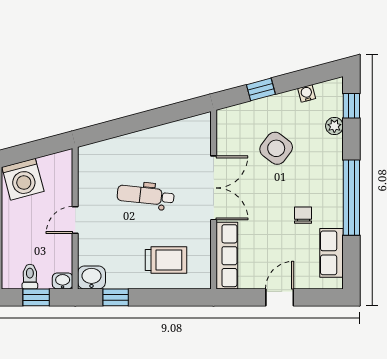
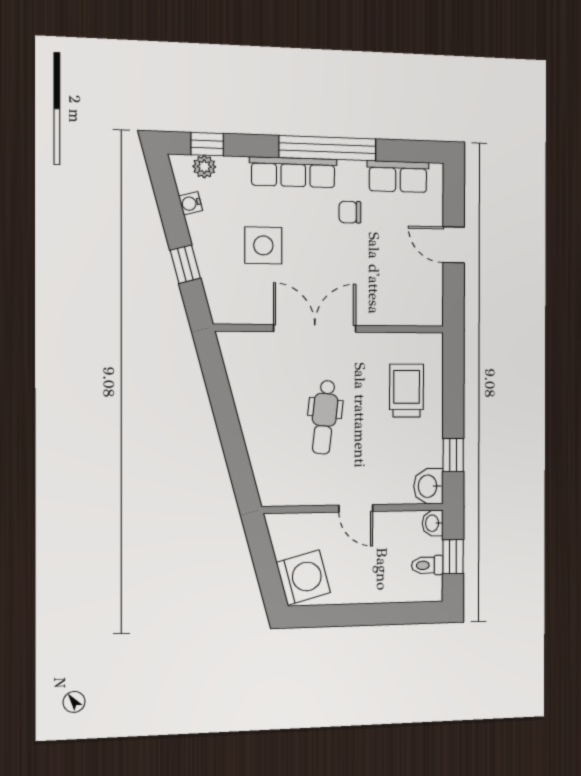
plant: (334, 126) -> (204, 167), moved
side table: (276, 148) -> (263, 245), turned -37
row of seats: (227, 256) -> (293, 172), moved, turned 180

